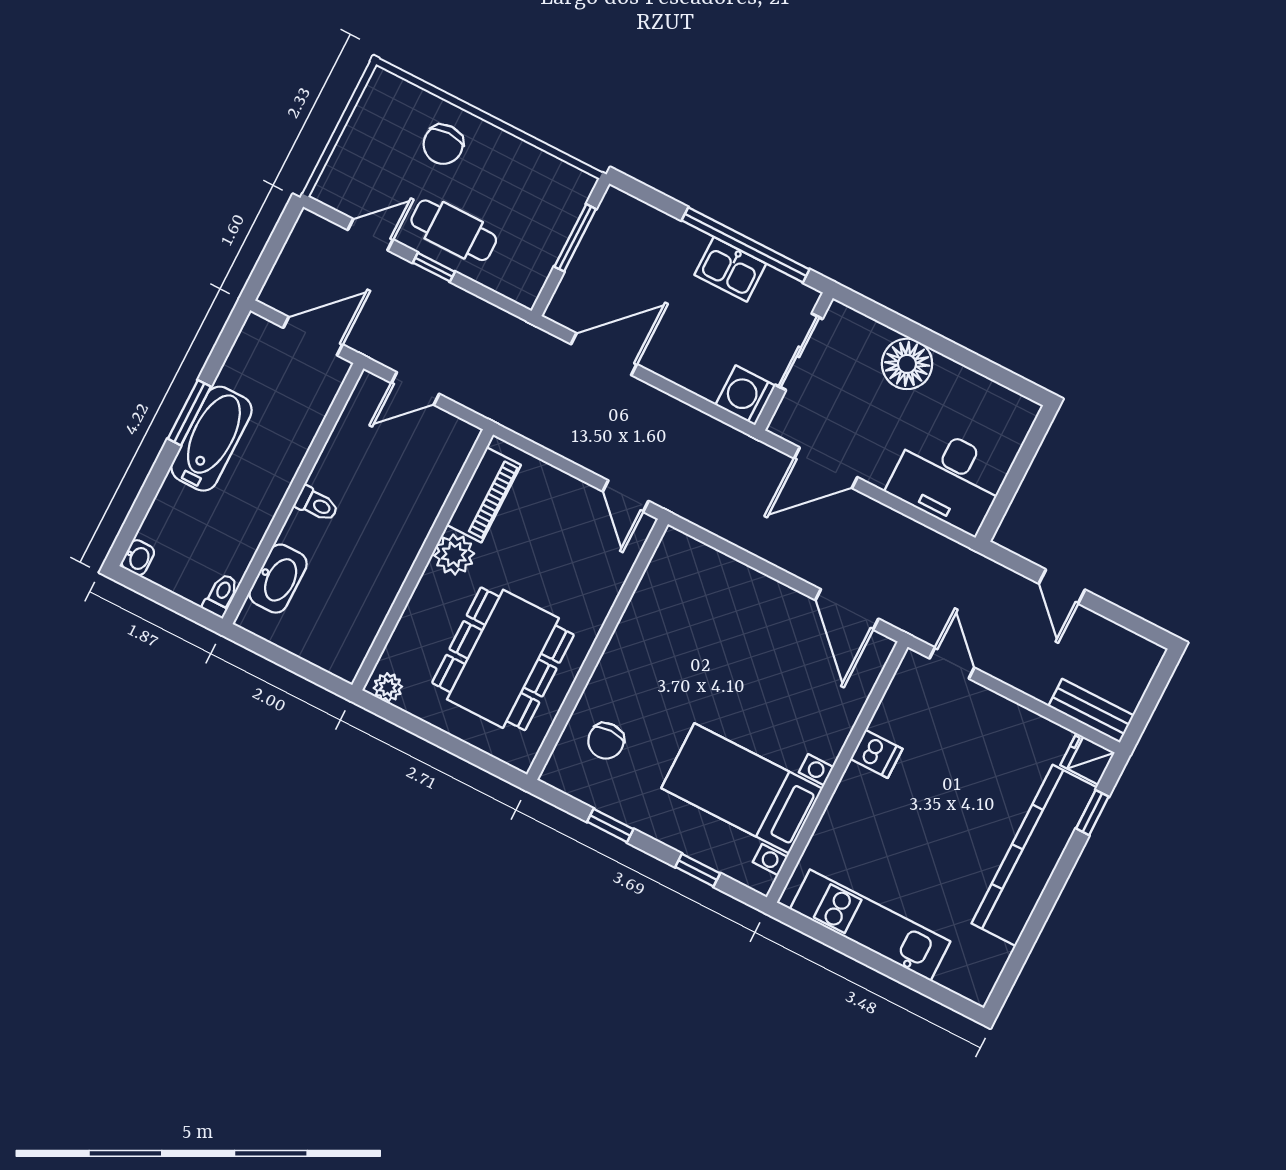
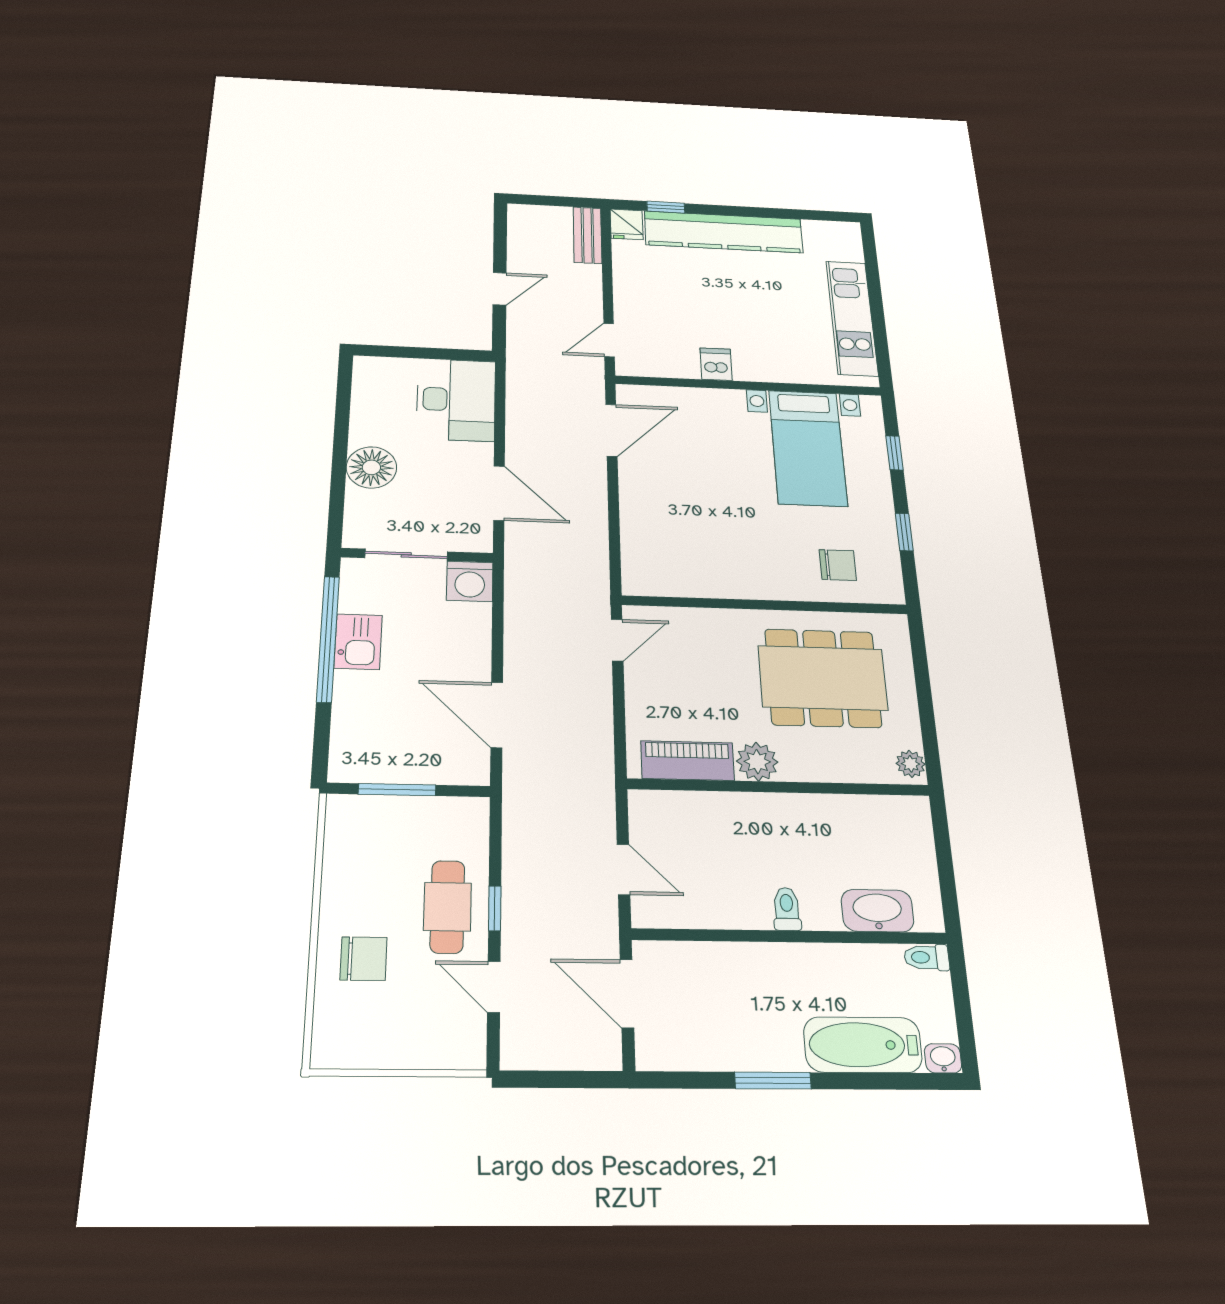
bathtub: (212, 439) -> (863, 1045), moved

